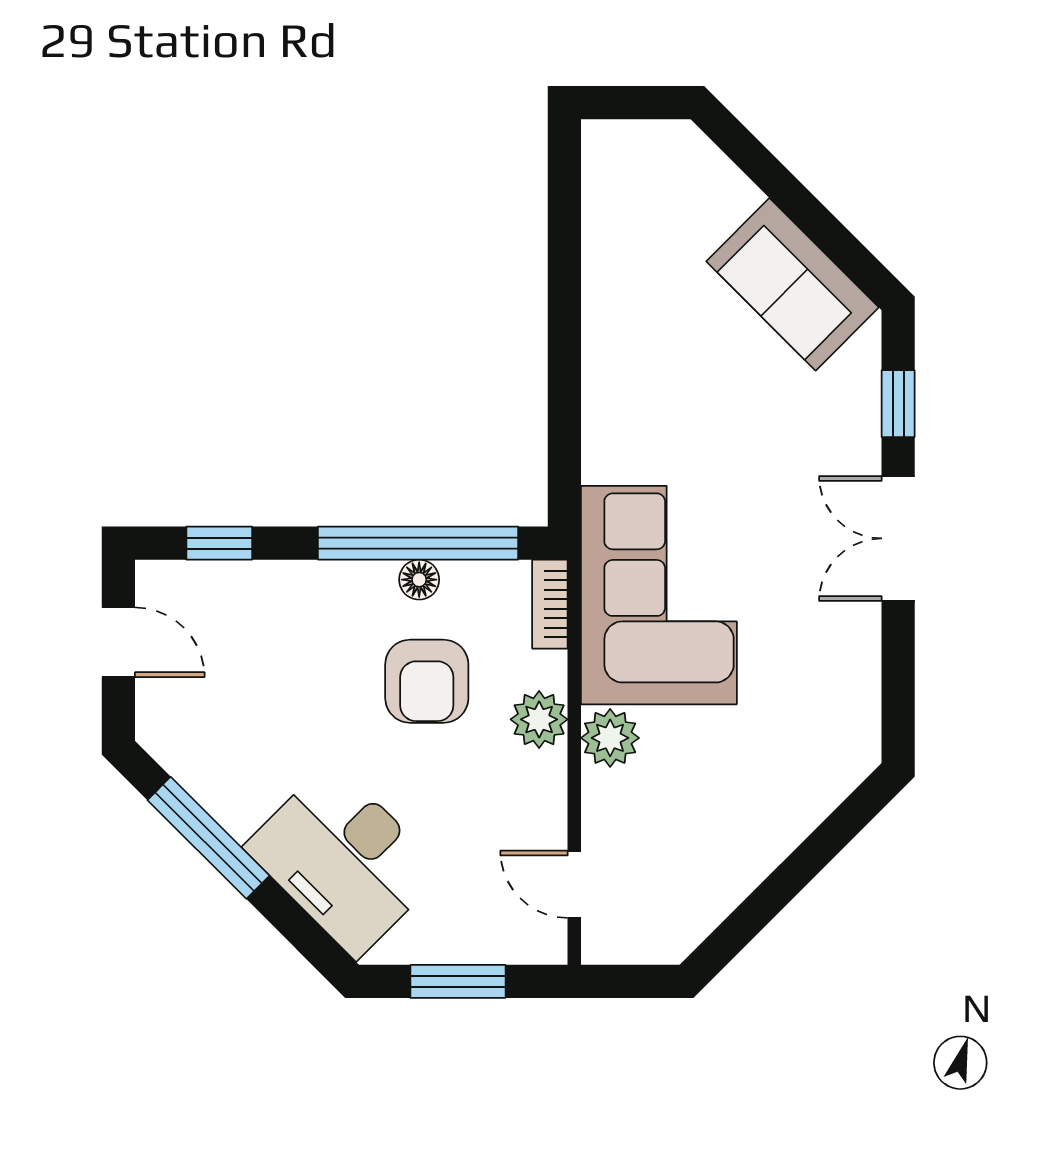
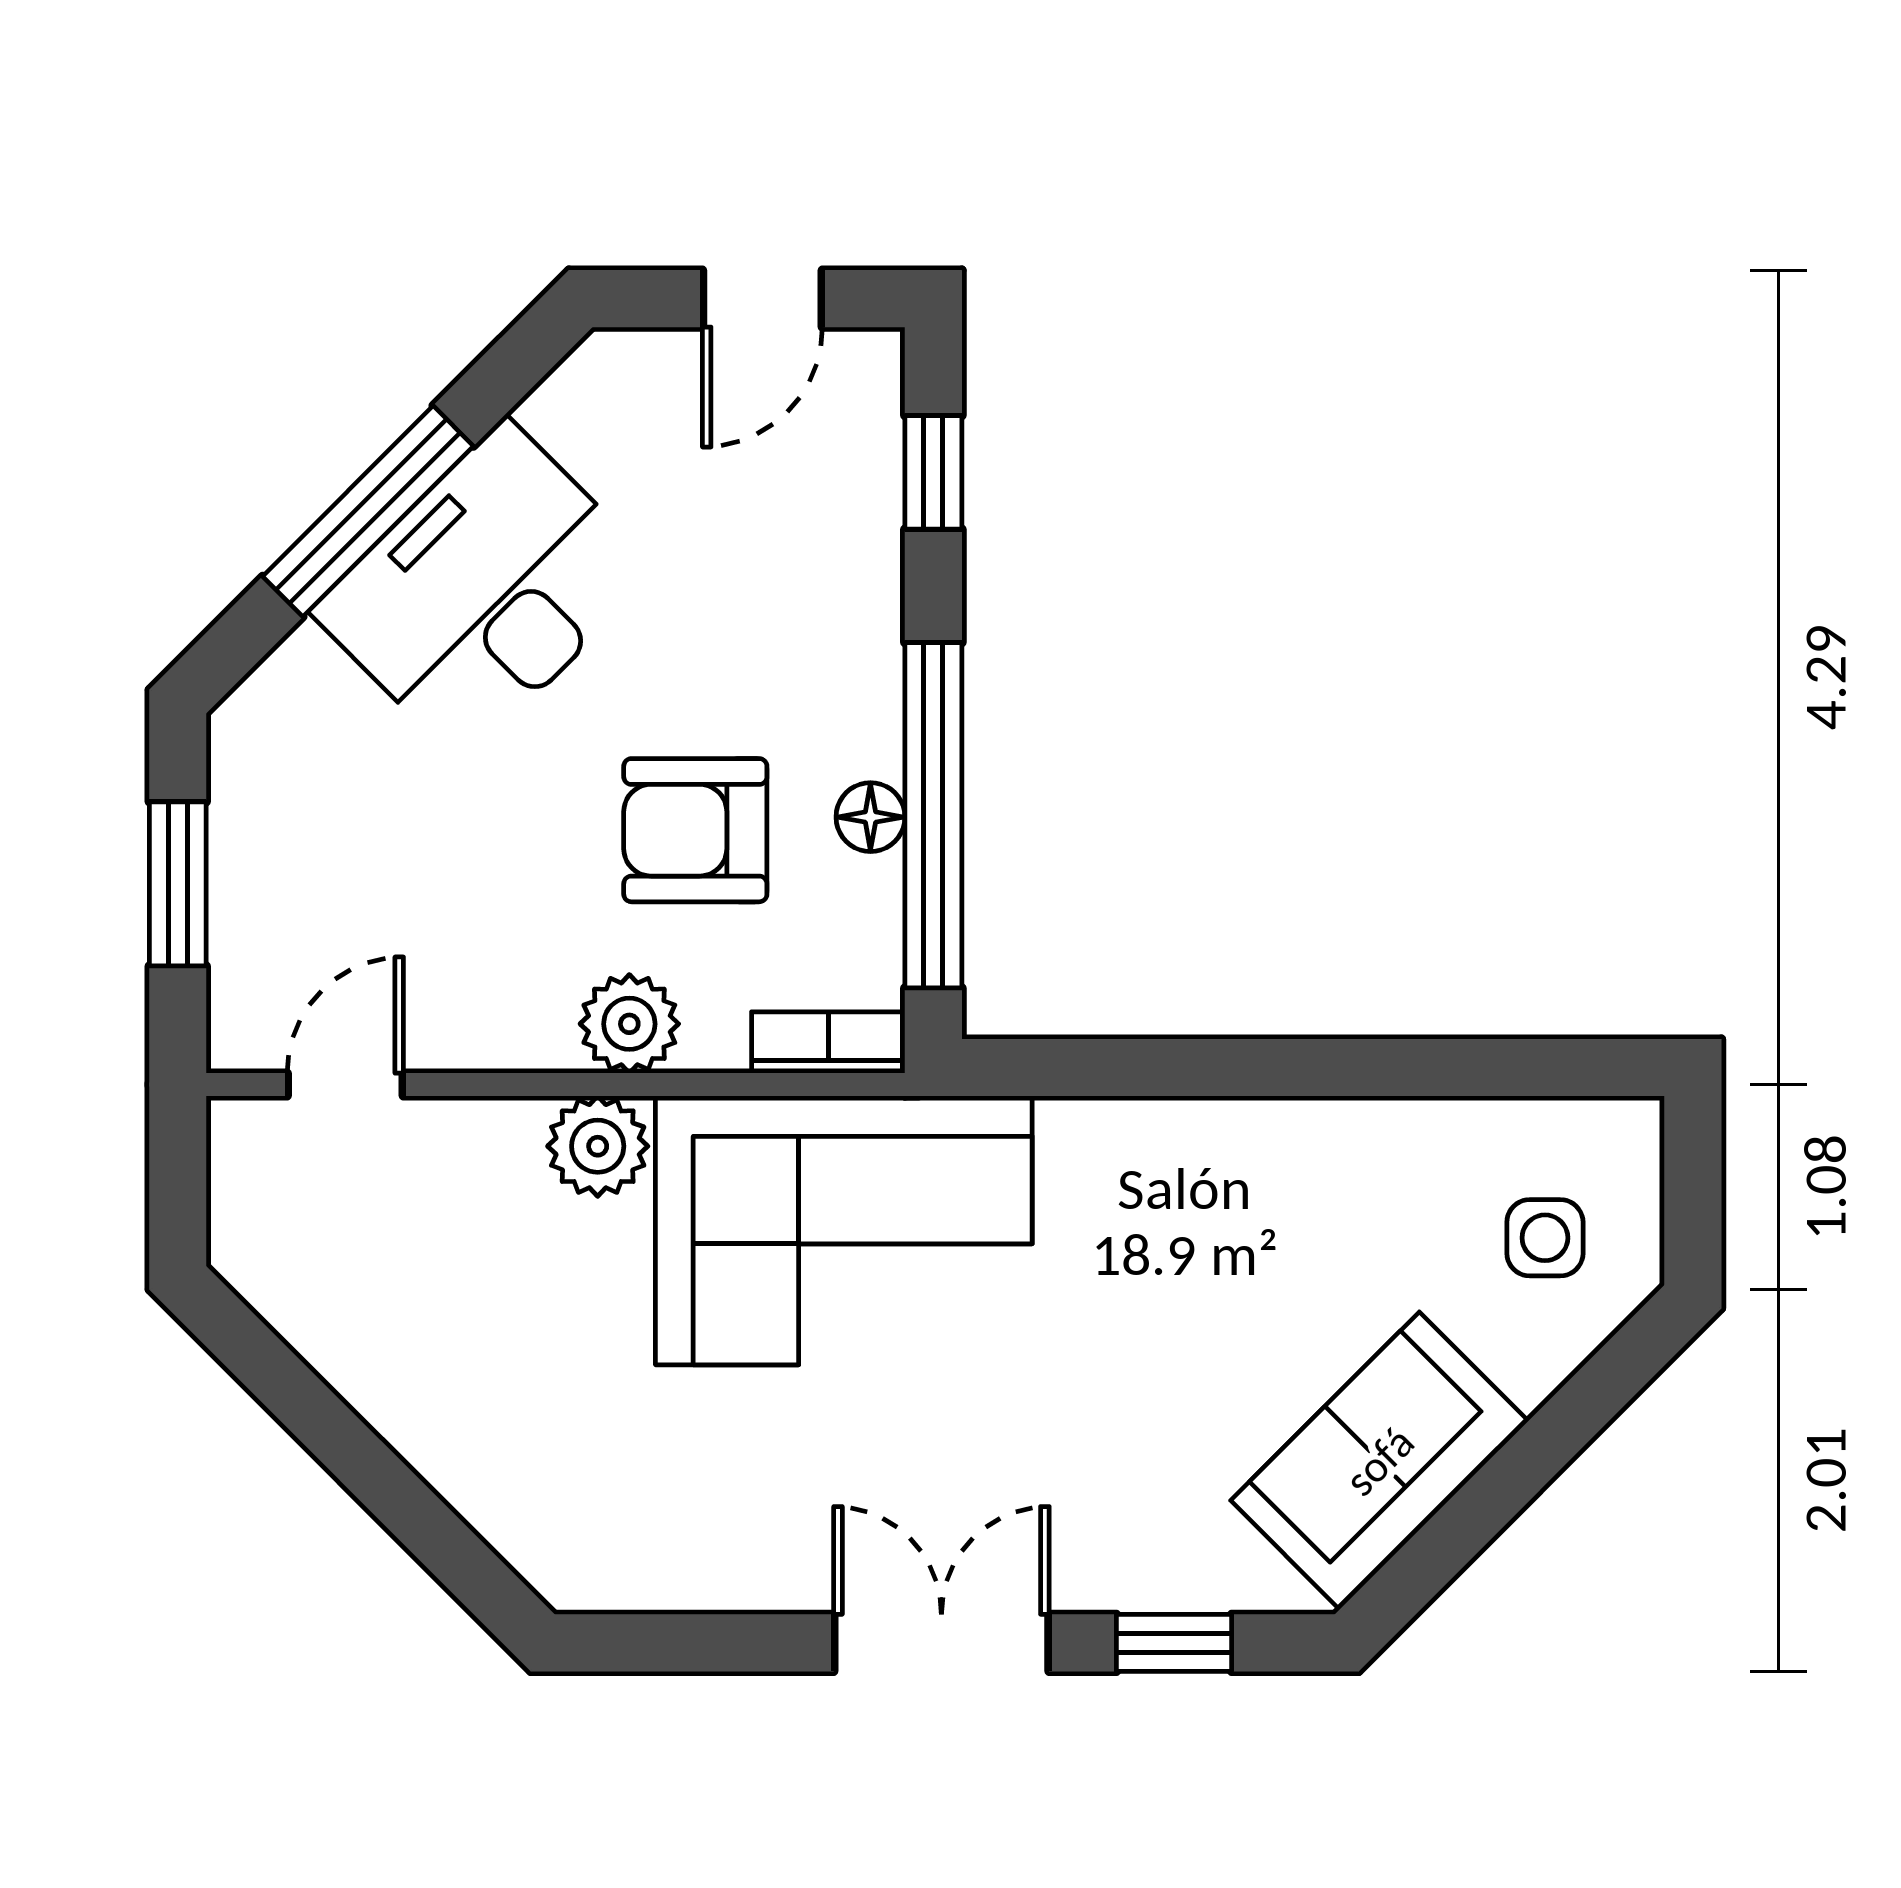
side table: (663, 188) -> (1545, 1238), added
window: (208, 838) -> (368, 511), moved
desk: (344, 859) -> (485, 591), moved

